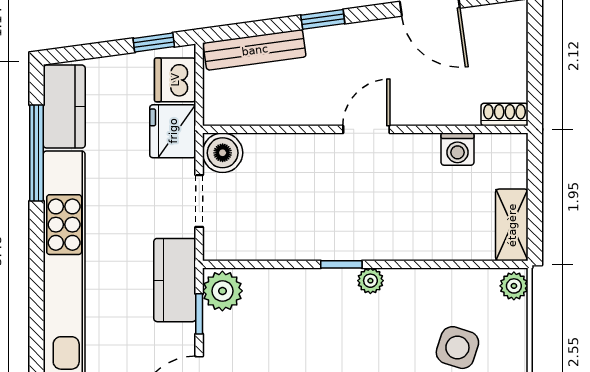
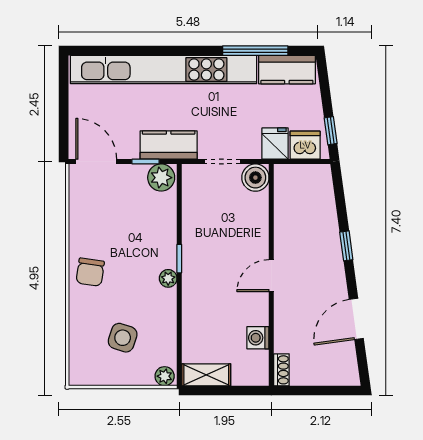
bench: (255, 50) -> (326, 199), removed
door: (366, 129) -> (271, 276), swing flipped
fridge: (173, 131) -> (275, 144), width x0.72

